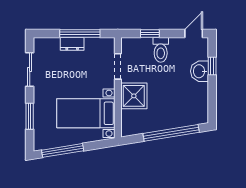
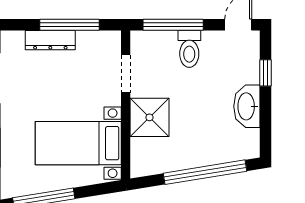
window: (150, 33) -> (173, 25), width x2.17
dresser: (72, 44) -> (50, 40), width x1.44
washbasin: (199, 71) -> (247, 106), moved, width x1.38

